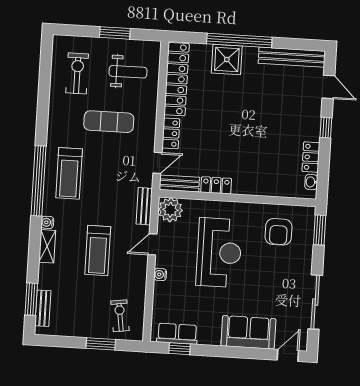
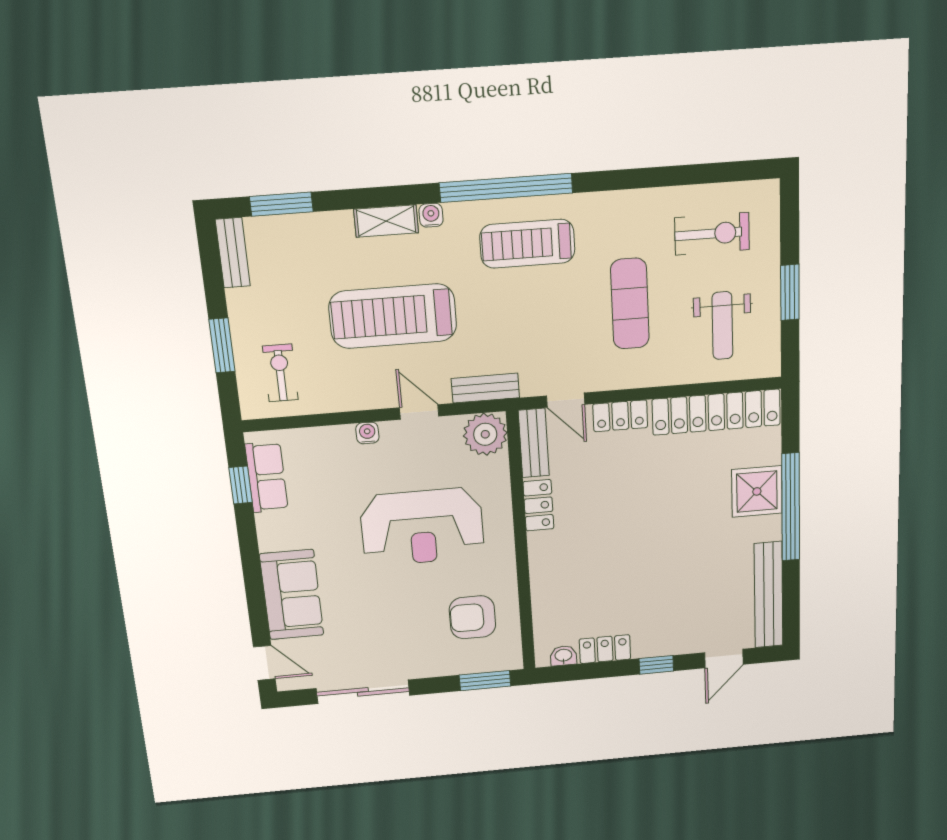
treadmill: (98, 251) -> (393, 316), width x1.37, depth x1.38
bench: (43, 308) -> (233, 253), moved, turned 90
exercise bike: (120, 316) -> (280, 373), turned -82

